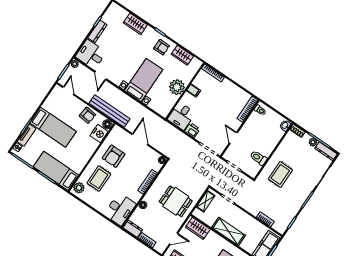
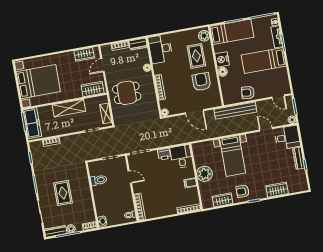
floor lamp: (107, 124) -> (223, 72), moved
nightstand: (99, 134) -> (222, 59), moved
rug: (280, 174) -> (63, 193), moved

